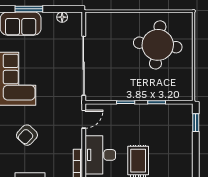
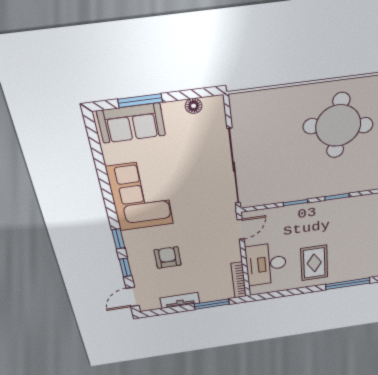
armchair: (27, 135) -> (168, 257), turned 137

